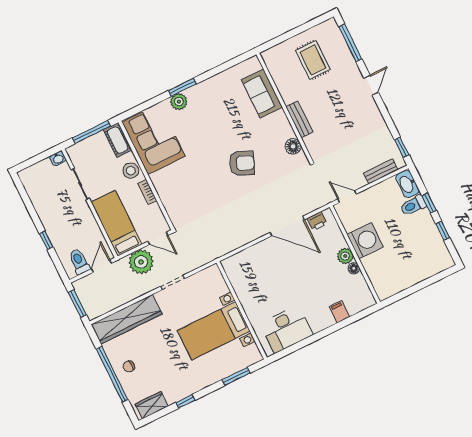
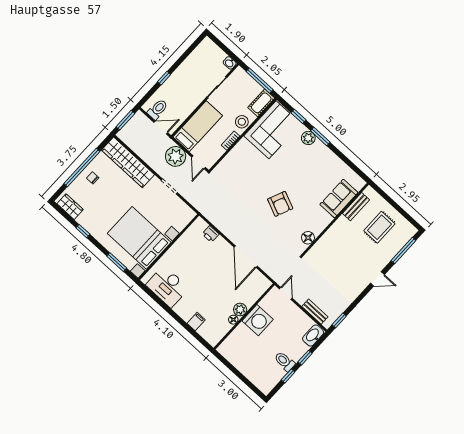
window: (150, 103) -> (298, 116), added
bench: (299, 119) -> (356, 207), moved
toilet: (413, 205) -> (285, 361), moved
printer: (317, 221) -> (211, 234), moved
bed with nightstands: (214, 331) -> (139, 238), width x1.36

